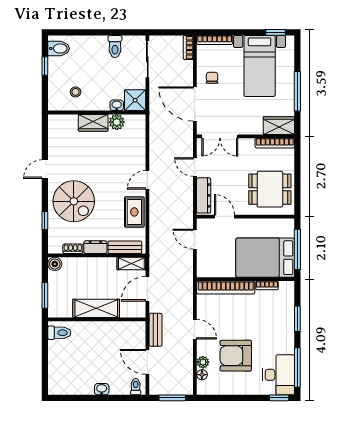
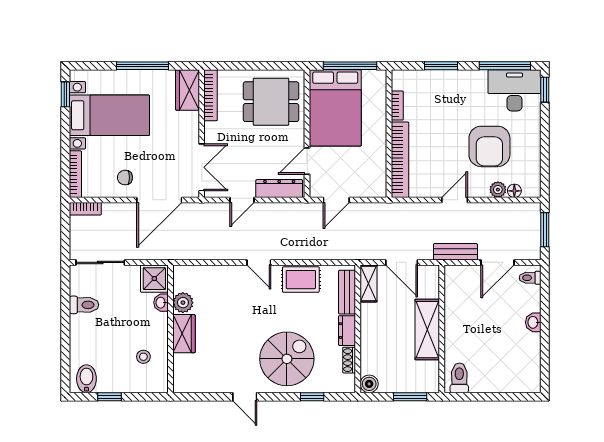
dining table: (270, 189) -> (271, 102), turned 90
bed: (265, 258) -> (335, 108), moved

